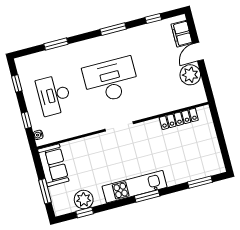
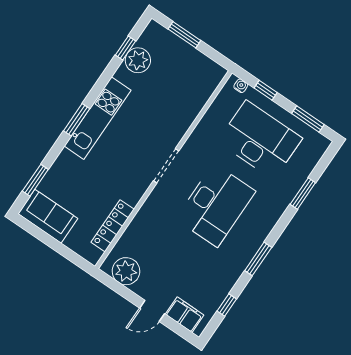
door: (198, 52) -> (152, 311), swing flipped
plant: (190, 75) -> (126, 271), moved
window: (17, 83) -> (308, 119), width x1.50
desk: (54, 95) -> (260, 140), width x1.36, depth x1.30
sofa: (53, 165) -> (48, 216), moved, turned 180

